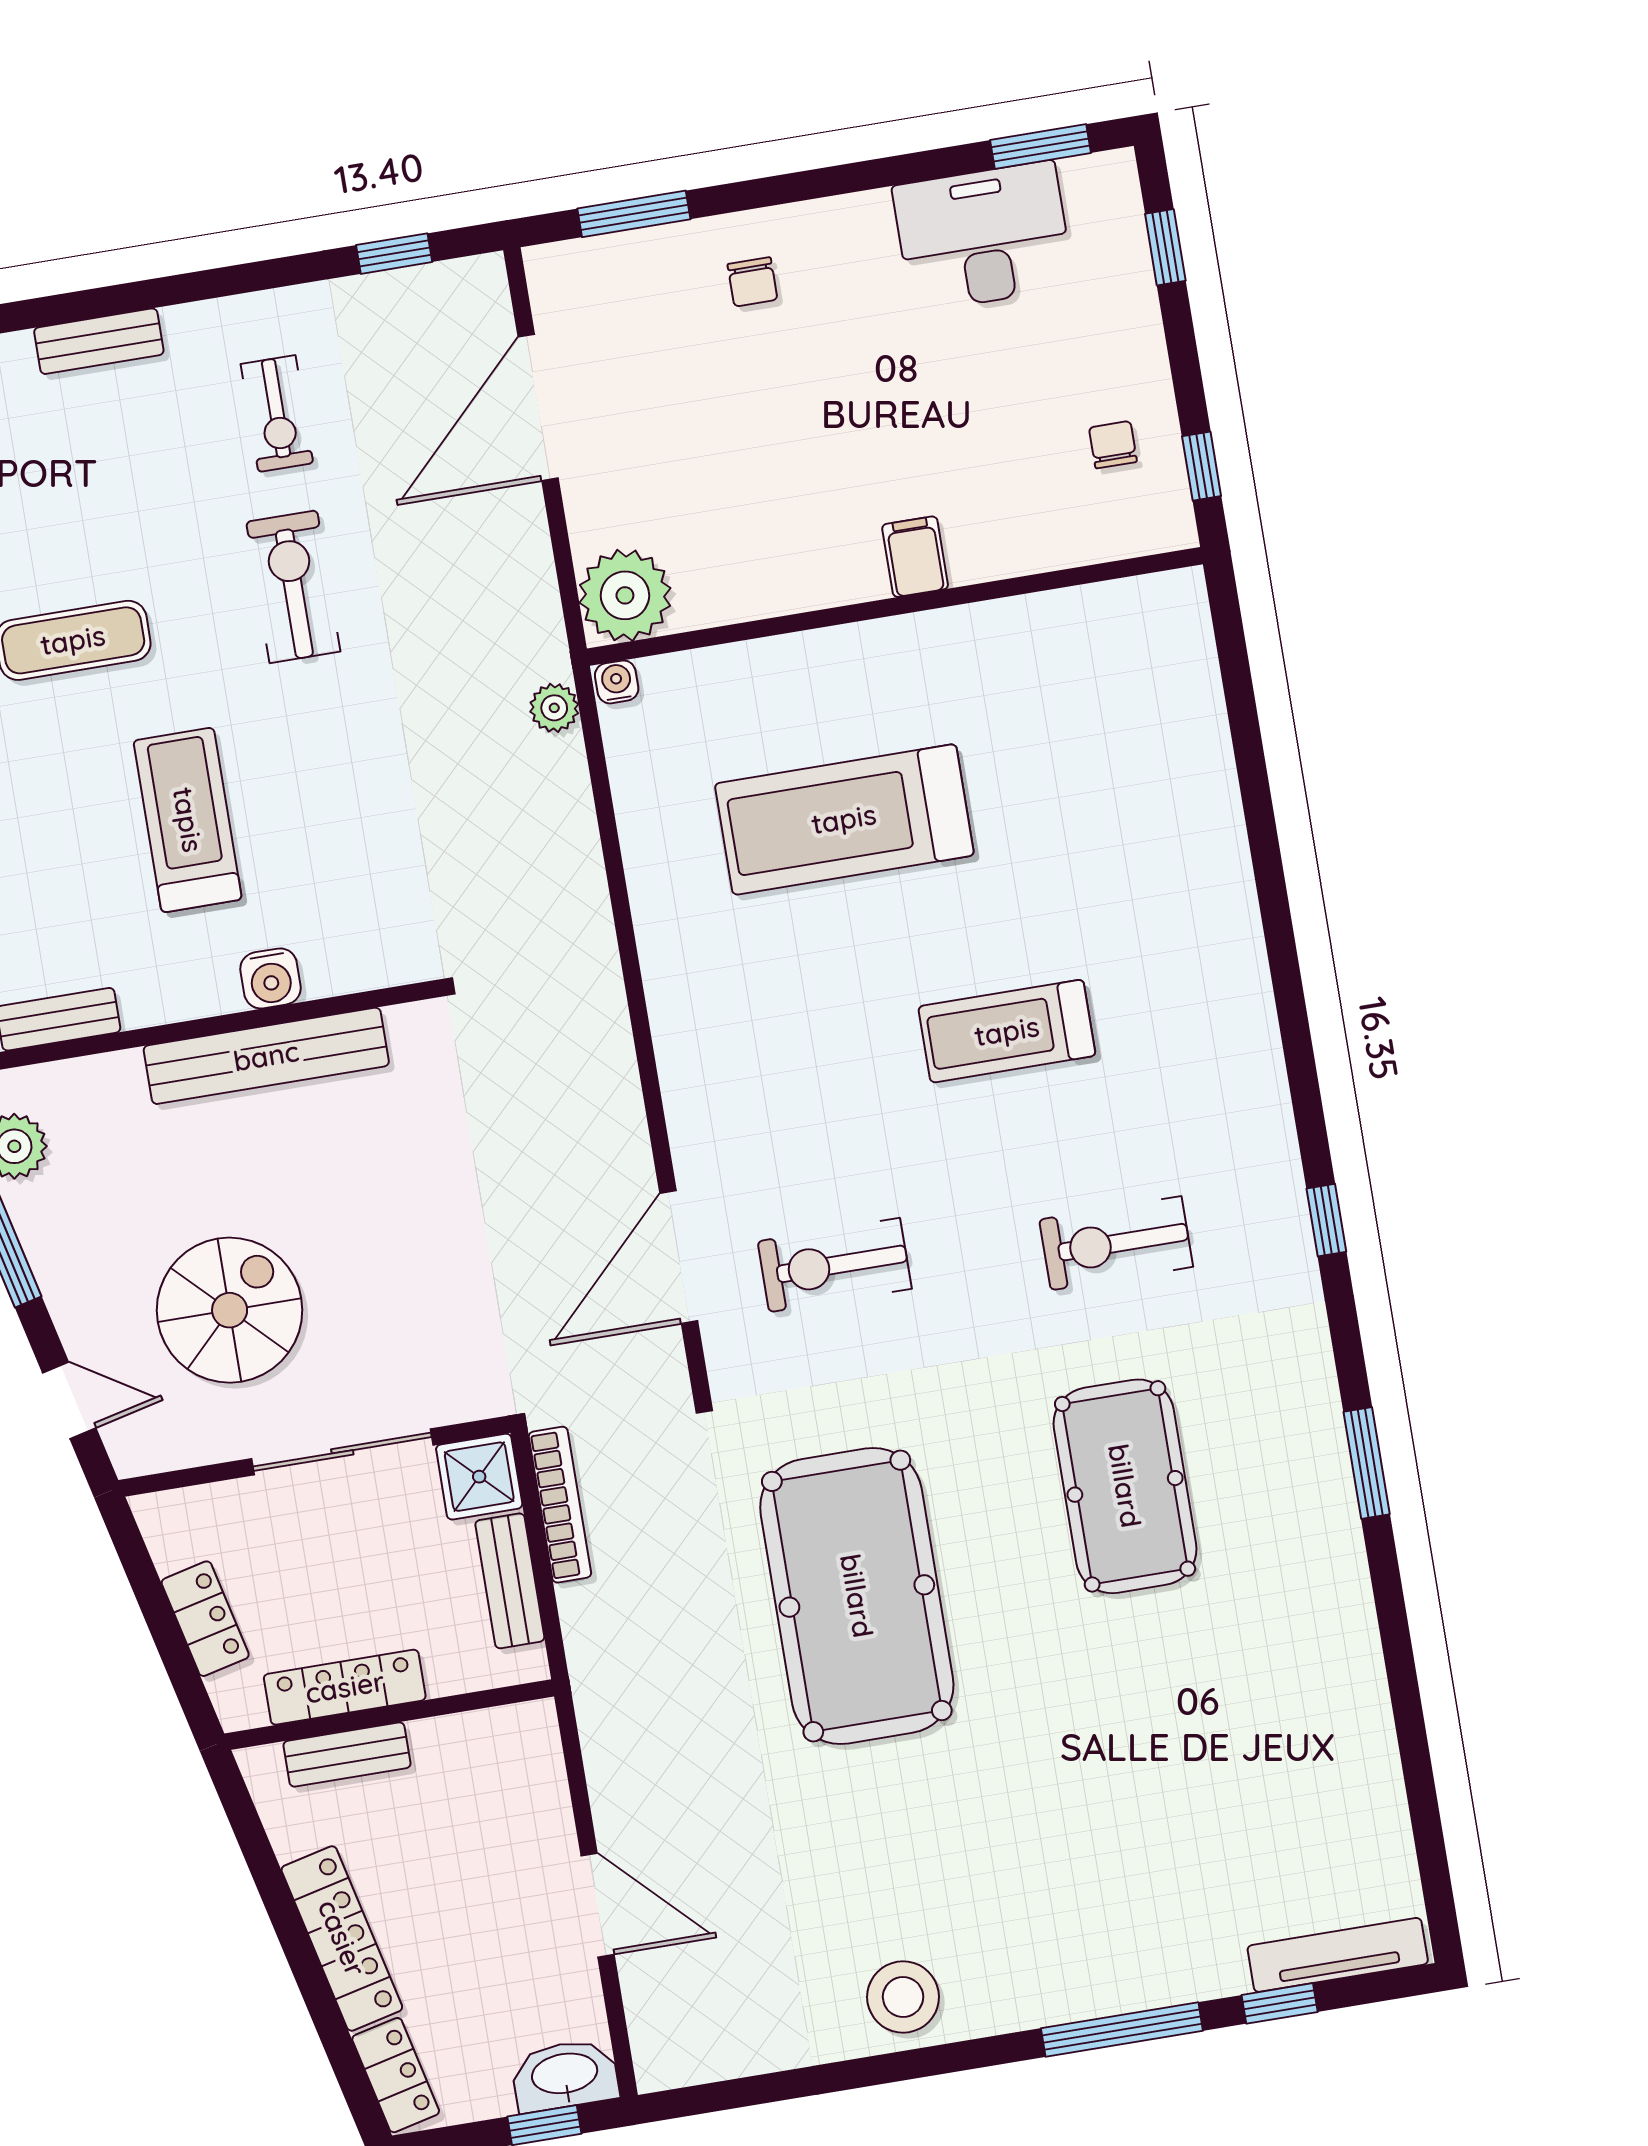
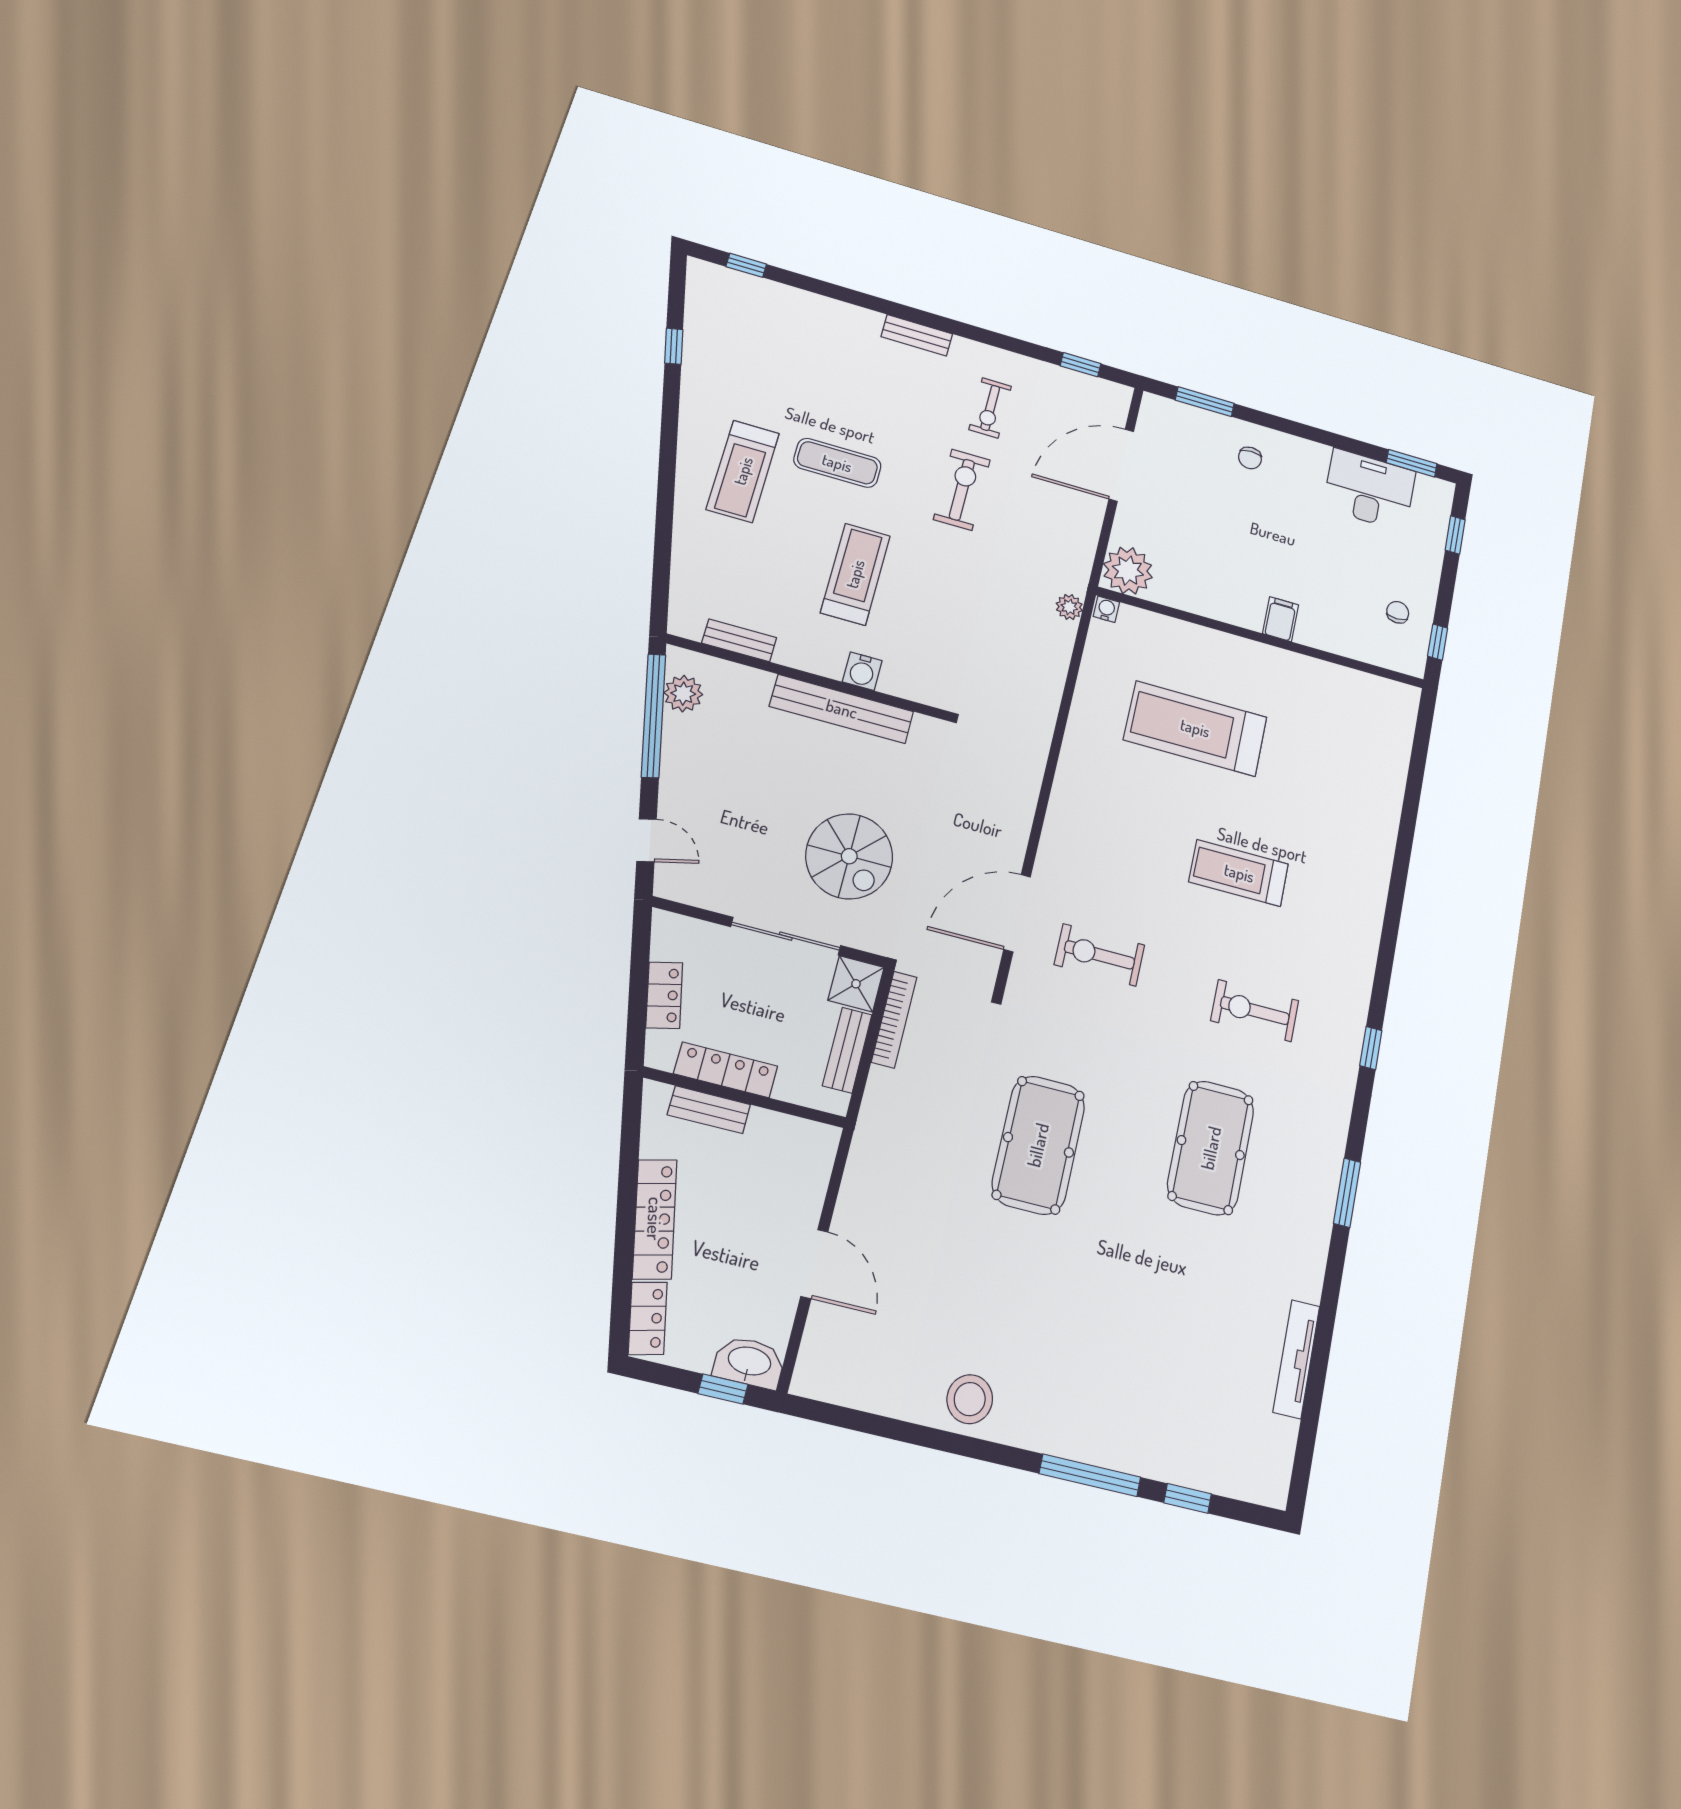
spiral stairs: (230, 1310) -> (849, 856), moved, turned 90
pool table: (857, 1596) -> (1038, 1145), width x0.73, depth x0.76
tv unit: (1338, 1955) -> (1296, 1359), moved, turned -90

